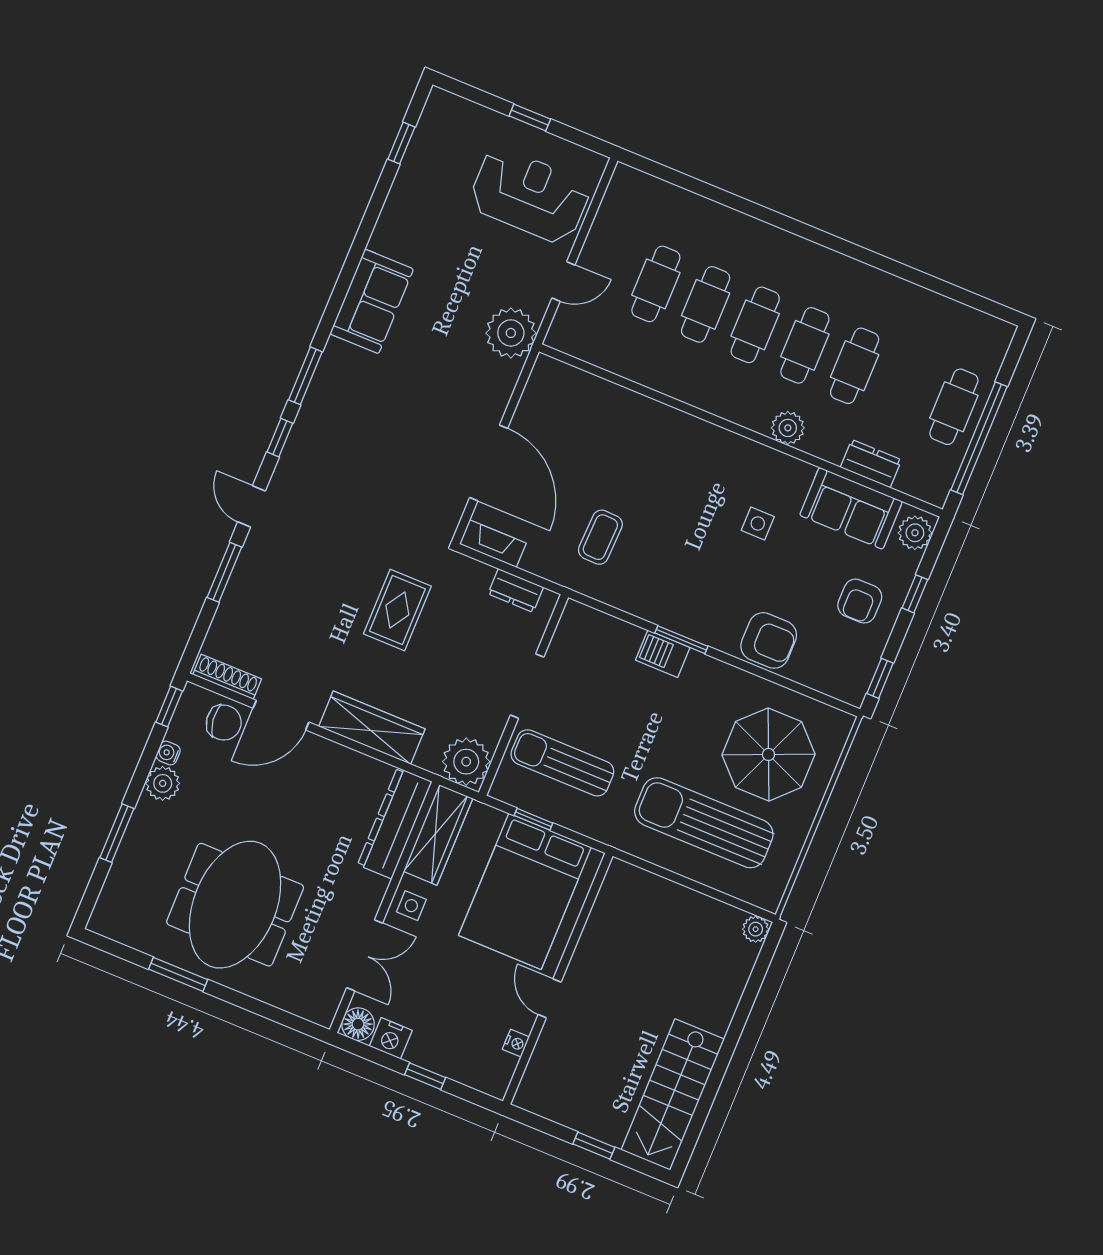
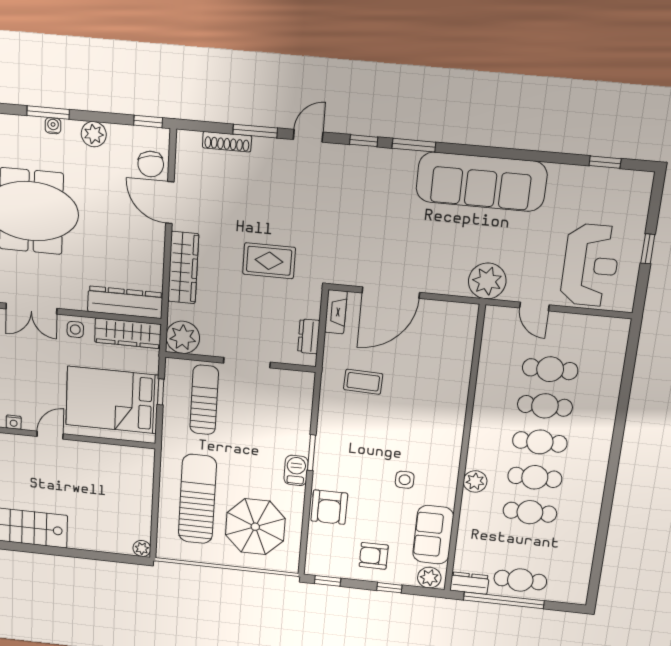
sofa: (372, 301) -> (481, 182), width x1.85, depth x1.27
dresser: (871, 464) -> (469, 583), moved, turned -90
barbecue: (663, 654) -> (296, 470), moved
shoe rack: (227, 677) -> (227, 142), moved, turned 90
water cooler: (168, 753) -> (53, 126), moved

